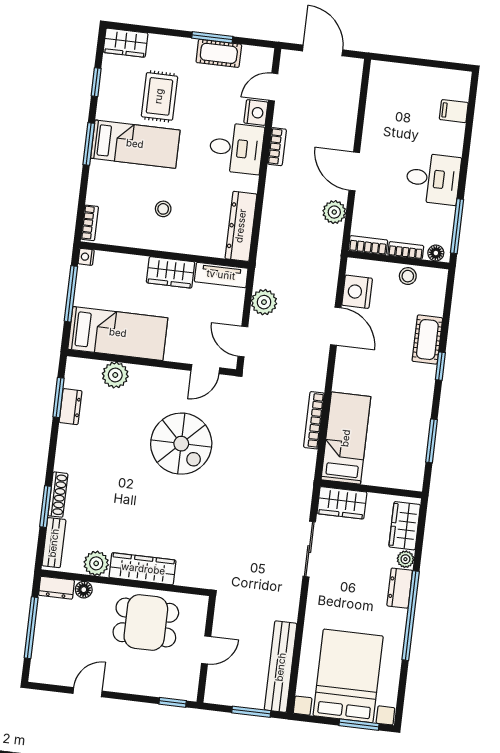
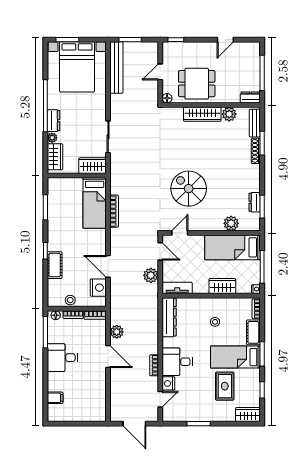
cot: (219, 53) -> (253, 332), moved, turned 90
wardrobe: (171, 272) -> (222, 286), moved
floor lamp: (84, 590) -> (167, 98), moved

